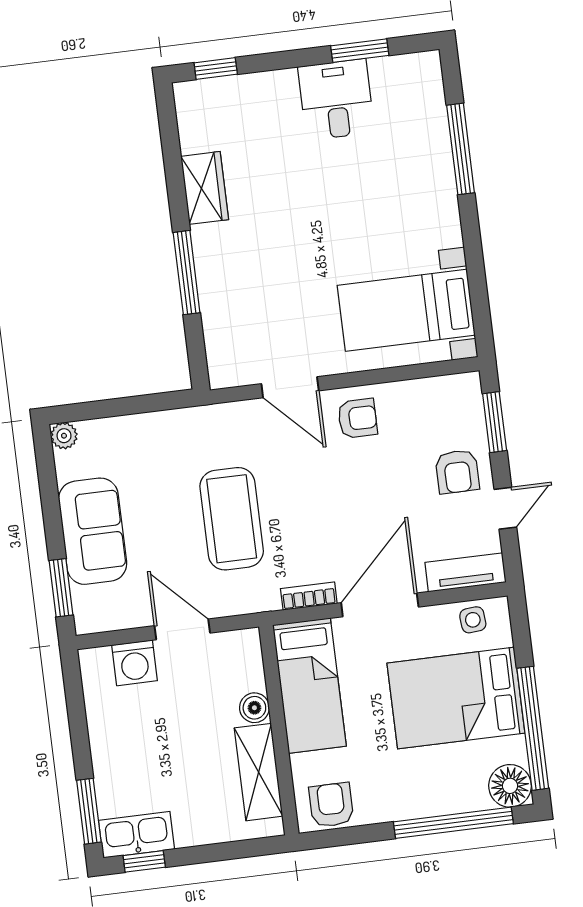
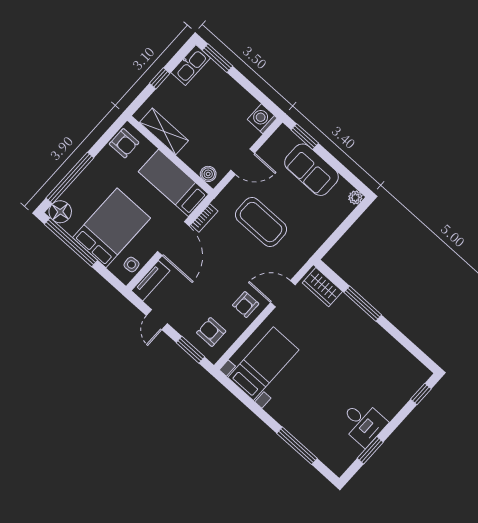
wardrobe: (205, 188) -> (322, 287), moved
armchair: (457, 472) -> (211, 332), moved
washing machine: (134, 663) -> (262, 119), moved
boiler: (254, 708) -> (208, 174), moved
window: (144, 861) -> (160, 78), moved

